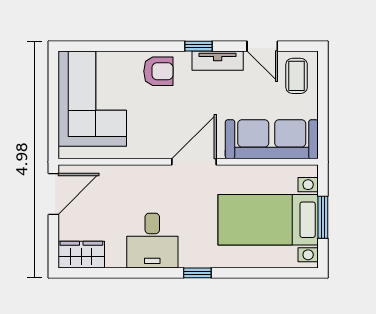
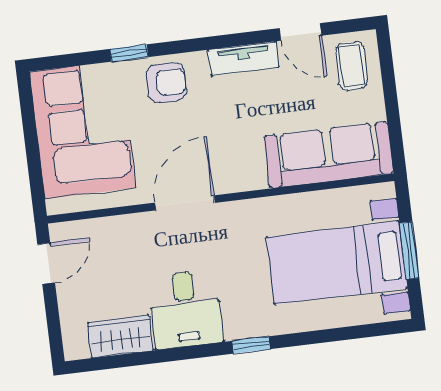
window: (199, 46) -> (129, 53), moved
door: (194, 162) -> (185, 203), moved
door: (53, 194) -> (46, 263), width x0.73
wardrobe: (81, 255) -> (121, 336), moved

